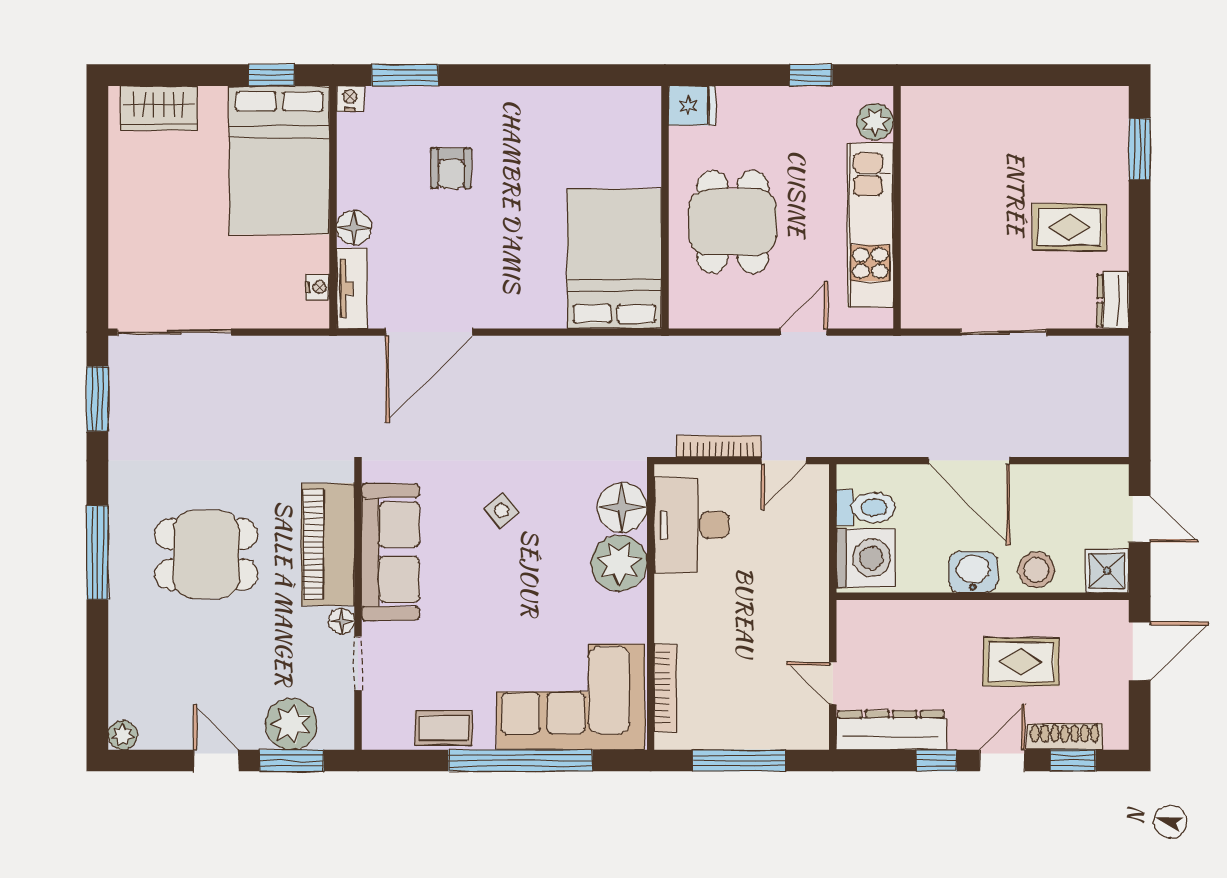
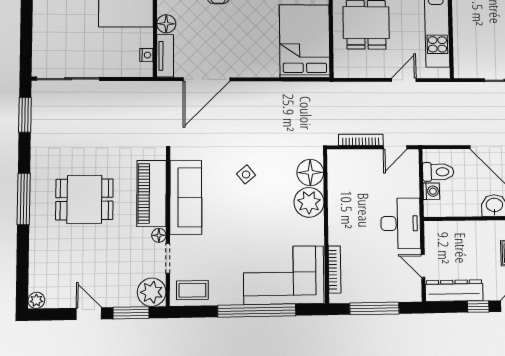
desk: (692, 525) -> (401, 223), moved, turned 180
washing machine: (866, 558) -> (431, 191), width x0.53, depth x0.53
plant: (291, 724) -> (152, 292), moved
coffee table: (444, 728) -> (192, 290), moved

